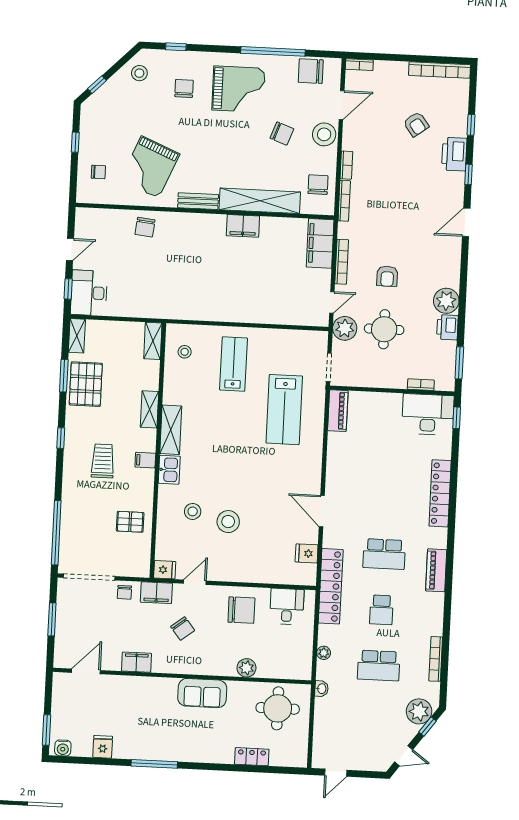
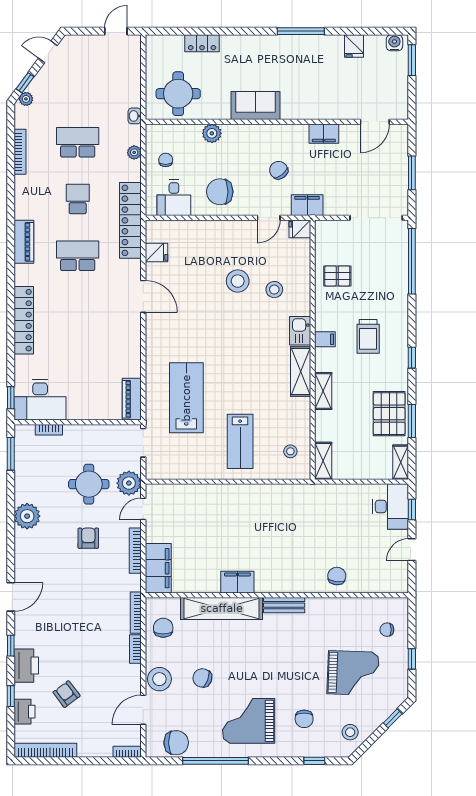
grand piano: (150, 167) -> (353, 673), moved, turned 69
chair: (318, 185) -> (163, 628), turned 180
printer: (447, 327) -> (25, 712), moved
chair: (124, 592) -> (166, 160), moved
plant: (419, 711) -> (26, 99), width x0.53, depth x0.53

